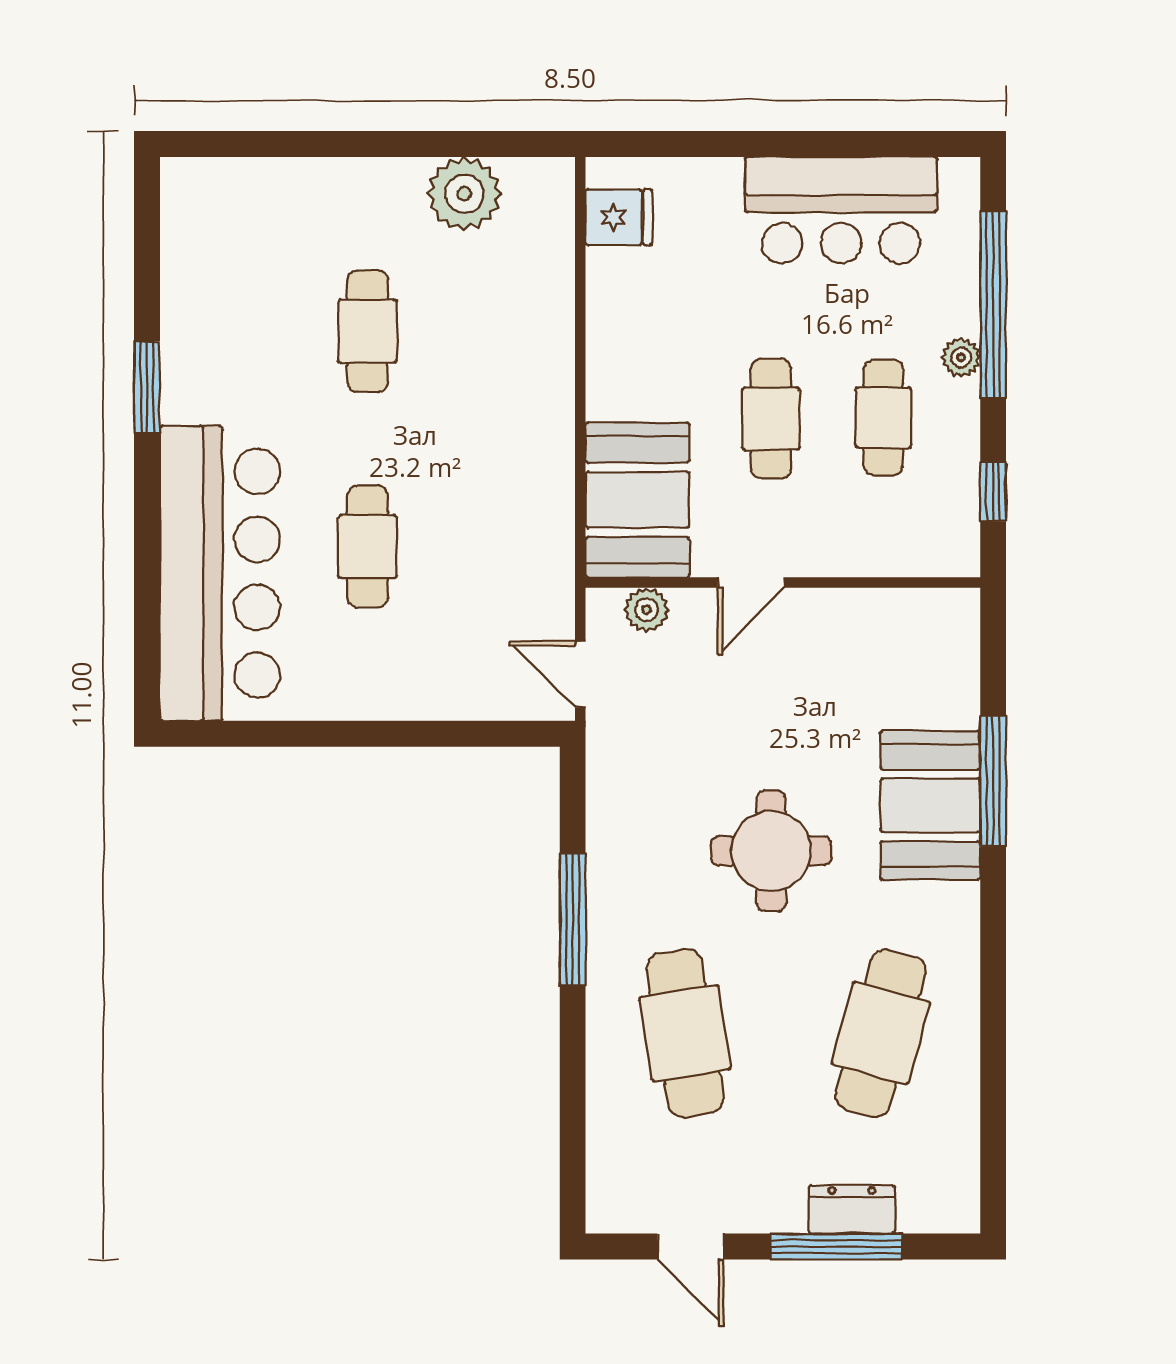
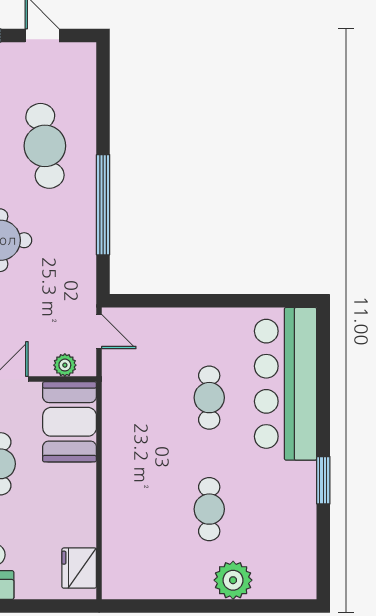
plant: (464, 194) -> (233, 580), moved
fridge: (619, 217) -> (79, 568), width x1.38
window: (573, 919) -> (103, 205), width x1.46

